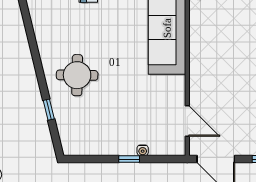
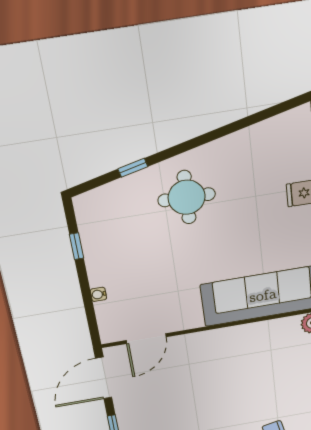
window: (129, 159) -> (77, 246), moved

